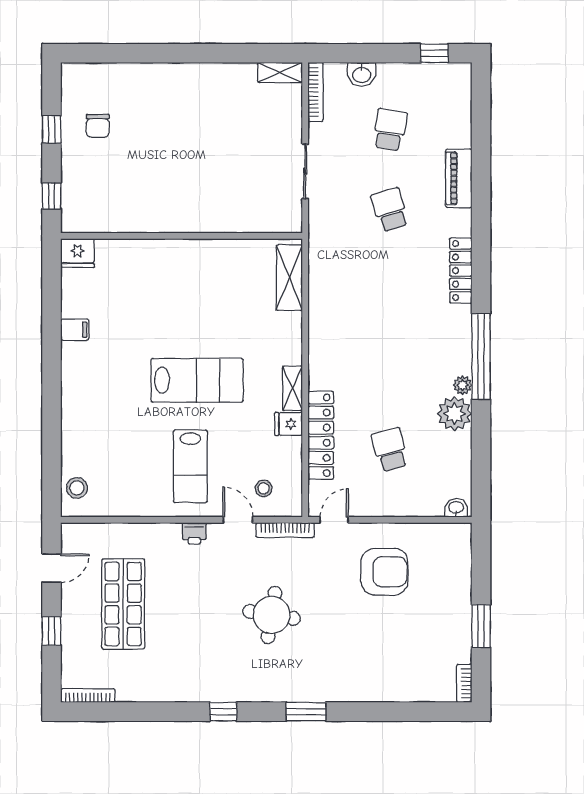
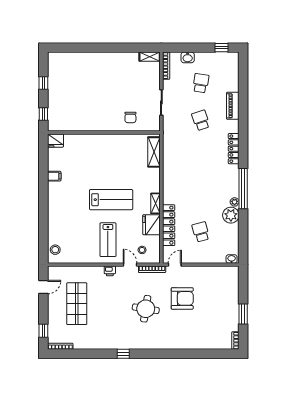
chair: (98, 126) -> (130, 117), moved
fridge: (289, 424) -> (151, 225), width x1.88, depth x1.34
armchair: (384, 572) -> (182, 298), moved
window: (52, 631) -> (43, 331), moved
window: (306, 712) -> (162, 354), removed

